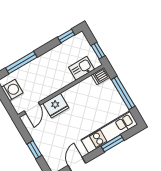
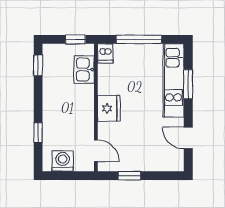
window: (21, 63) -> (38, 133), width x0.46
fridge: (56, 106) -> (109, 108), moved
window: (34, 150) -> (129, 176), moved

